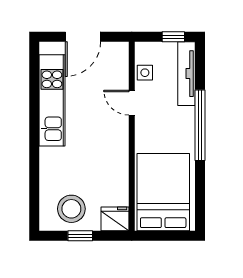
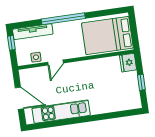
stool: (71, 209) -> (126, 90), removed

